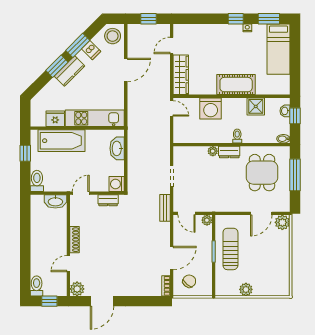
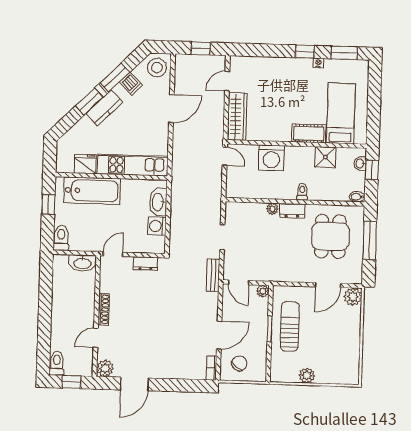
bed: (278, 49) -> (341, 113), moved, turned 180
cot: (236, 85) -> (309, 133), width x0.73, depth x0.75
washing machine: (117, 184) -> (157, 226), moved

